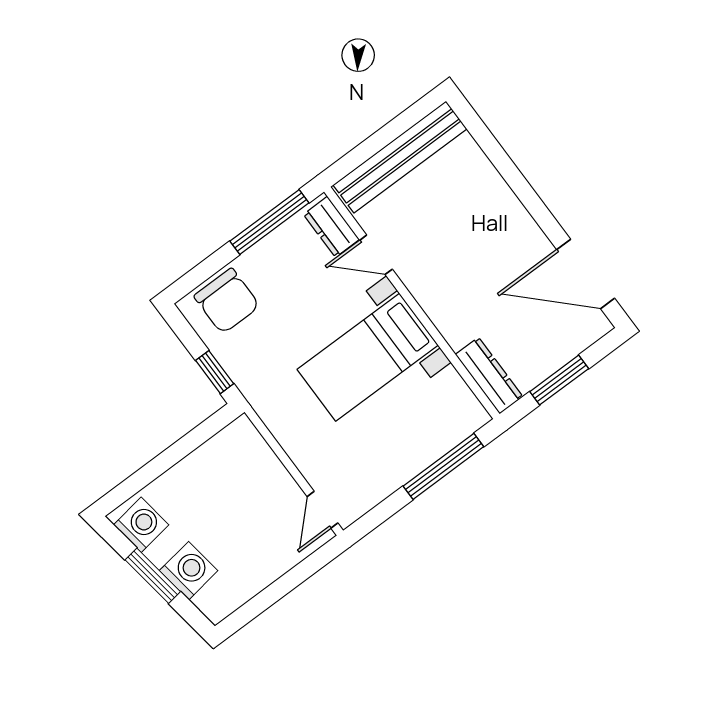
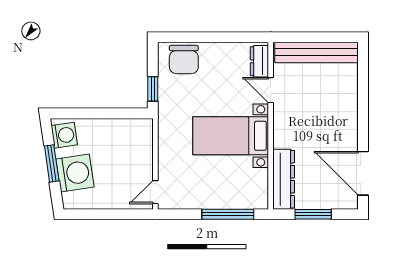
window: (269, 222) -> (232, 37), removed
dresser: (489, 375) -> (284, 179), width x1.37, depth x1.24
washing machine: (189, 571) -> (75, 173), width x1.37, depth x1.37

